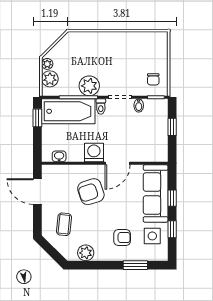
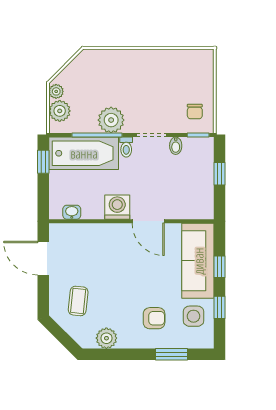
door: (118, 163) -> (148, 221), hinge flipped
armchair: (91, 192) -> (113, 258), removed

